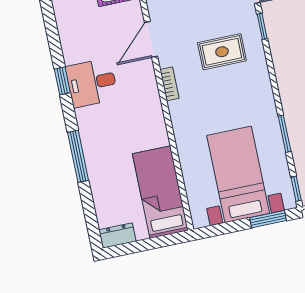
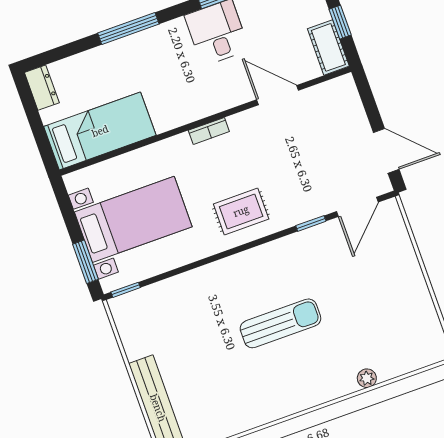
rug: (222, 52) -> (241, 211), moved, turned 90
bookcase: (169, 84) -> (209, 131), moved
window: (285, 134) -> (188, 267), removed

